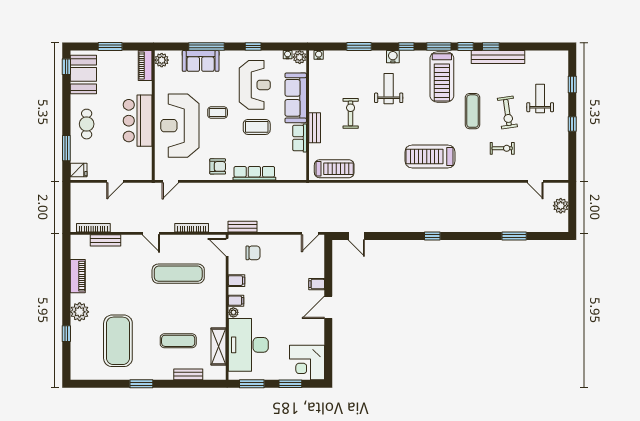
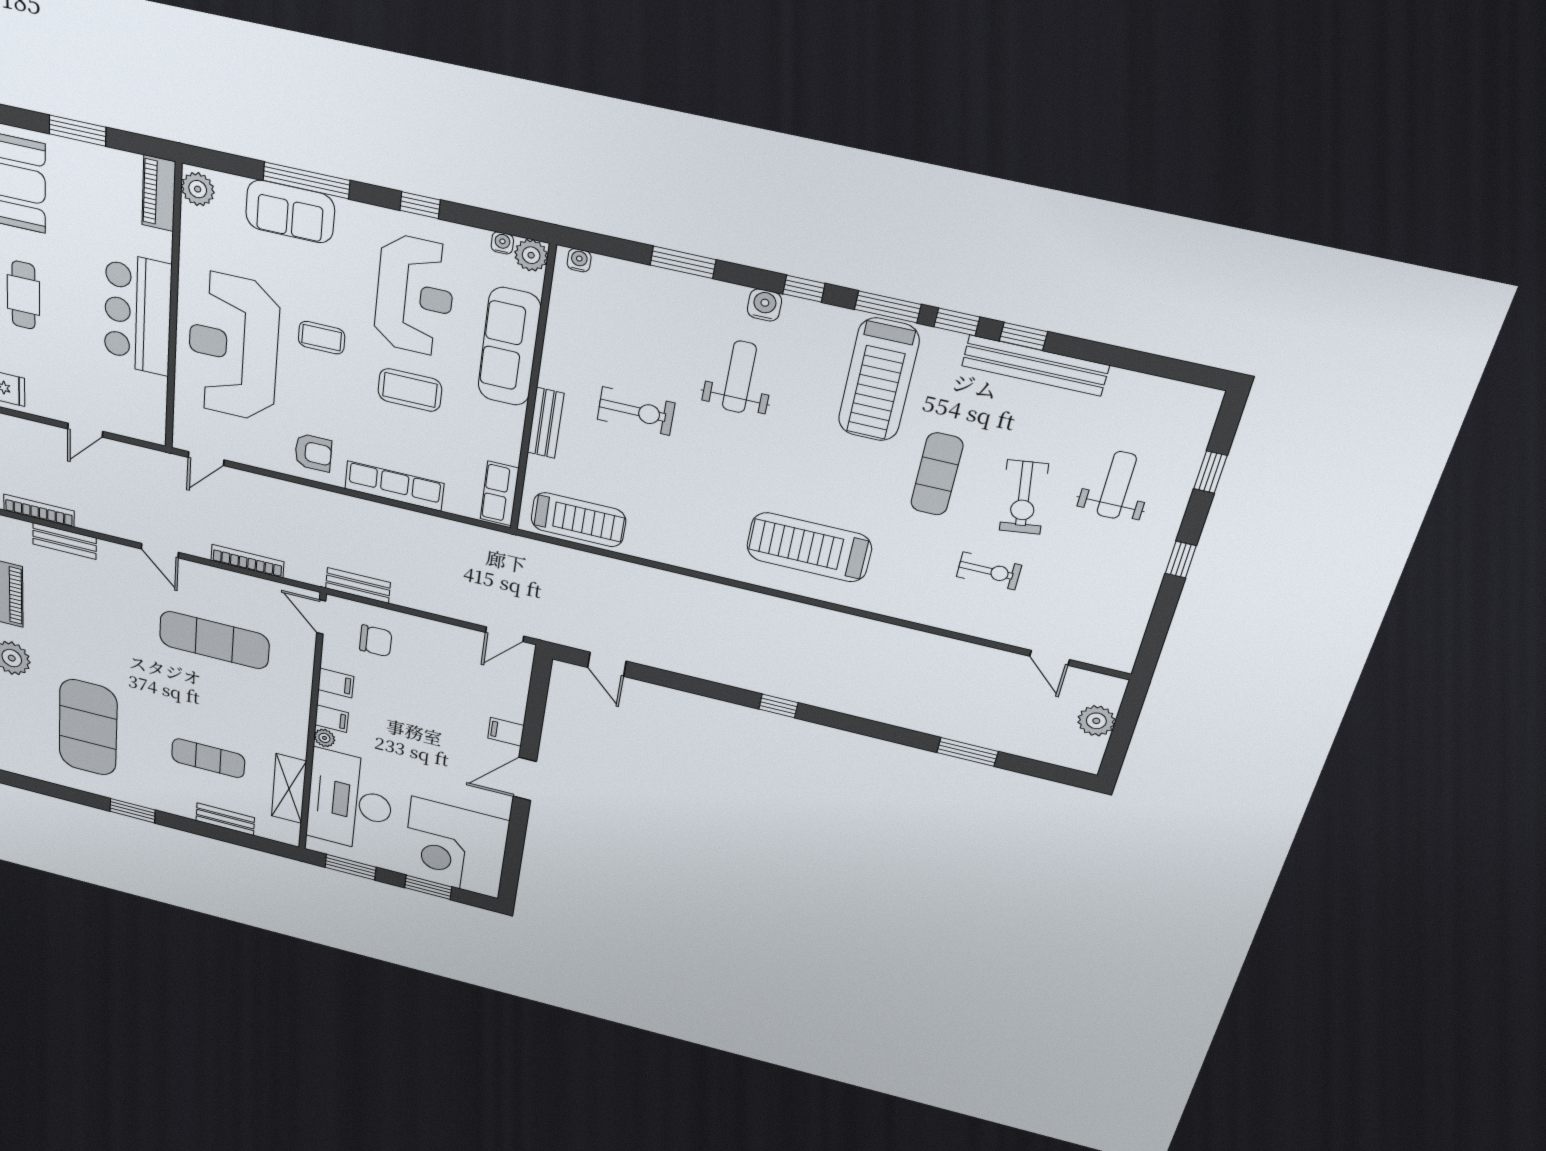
exercise bike: (351, 113) -> (636, 411), turned 90
row of seats: (300, 138) -> (500, 493), moved
corner desk: (307, 363) -> (455, 848), width x1.36, depth x1.36

